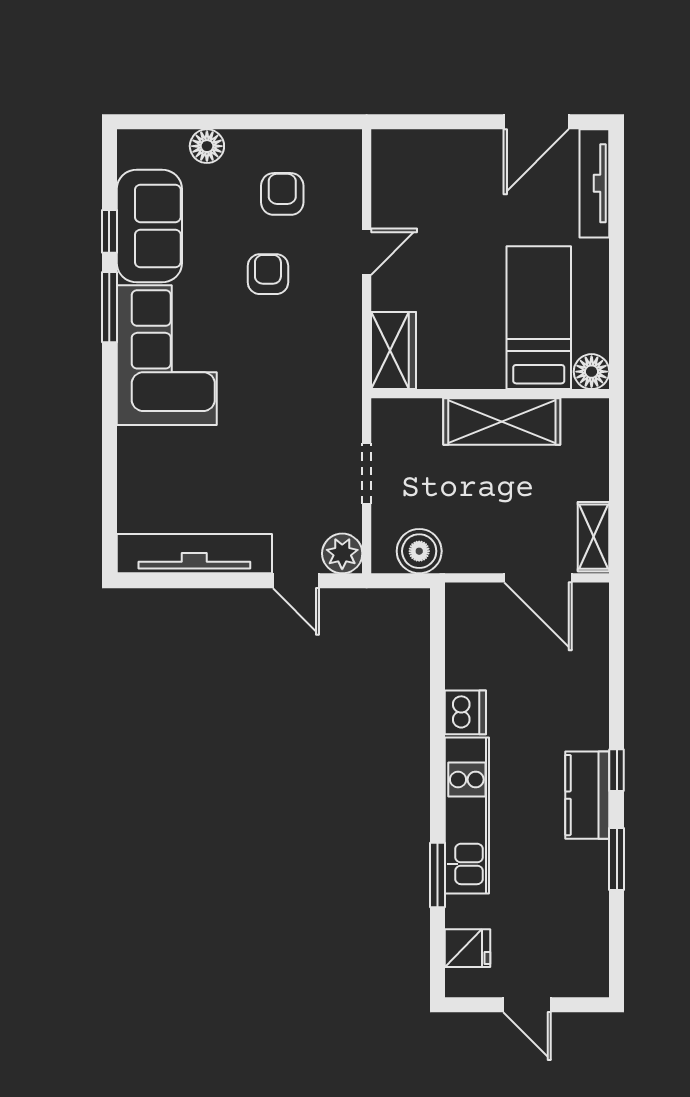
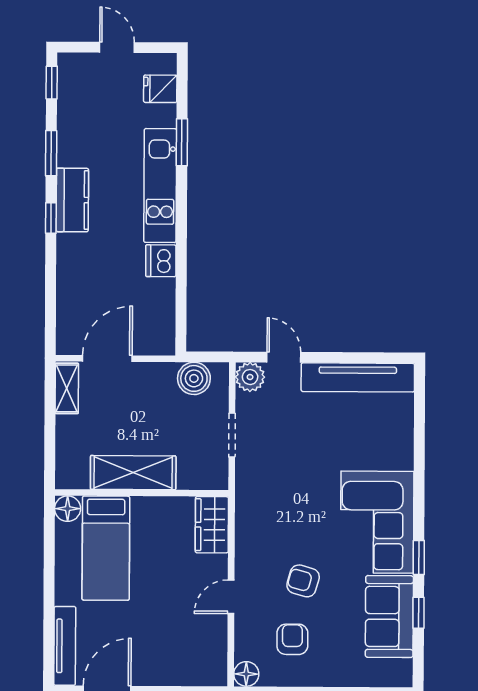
floor lamp: (207, 146) -> (246, 674), moved
armchair: (282, 194) -> (292, 639), turned 180
armchair: (268, 274) -> (303, 581), turned 106
window: (109, 307) -> (419, 557), width x0.67
door: (538, 578) -> (107, 358), hinge flipped
window: (617, 956) -> (52, 83), added

